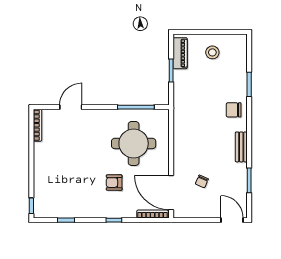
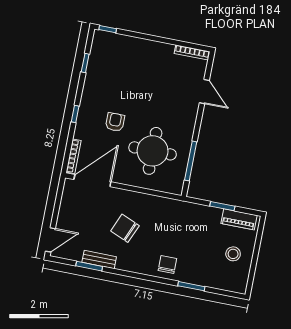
bench: (241, 147) -> (99, 260), moved
chair: (202, 181) -> (125, 228), moved, width x1.87, depth x1.87

